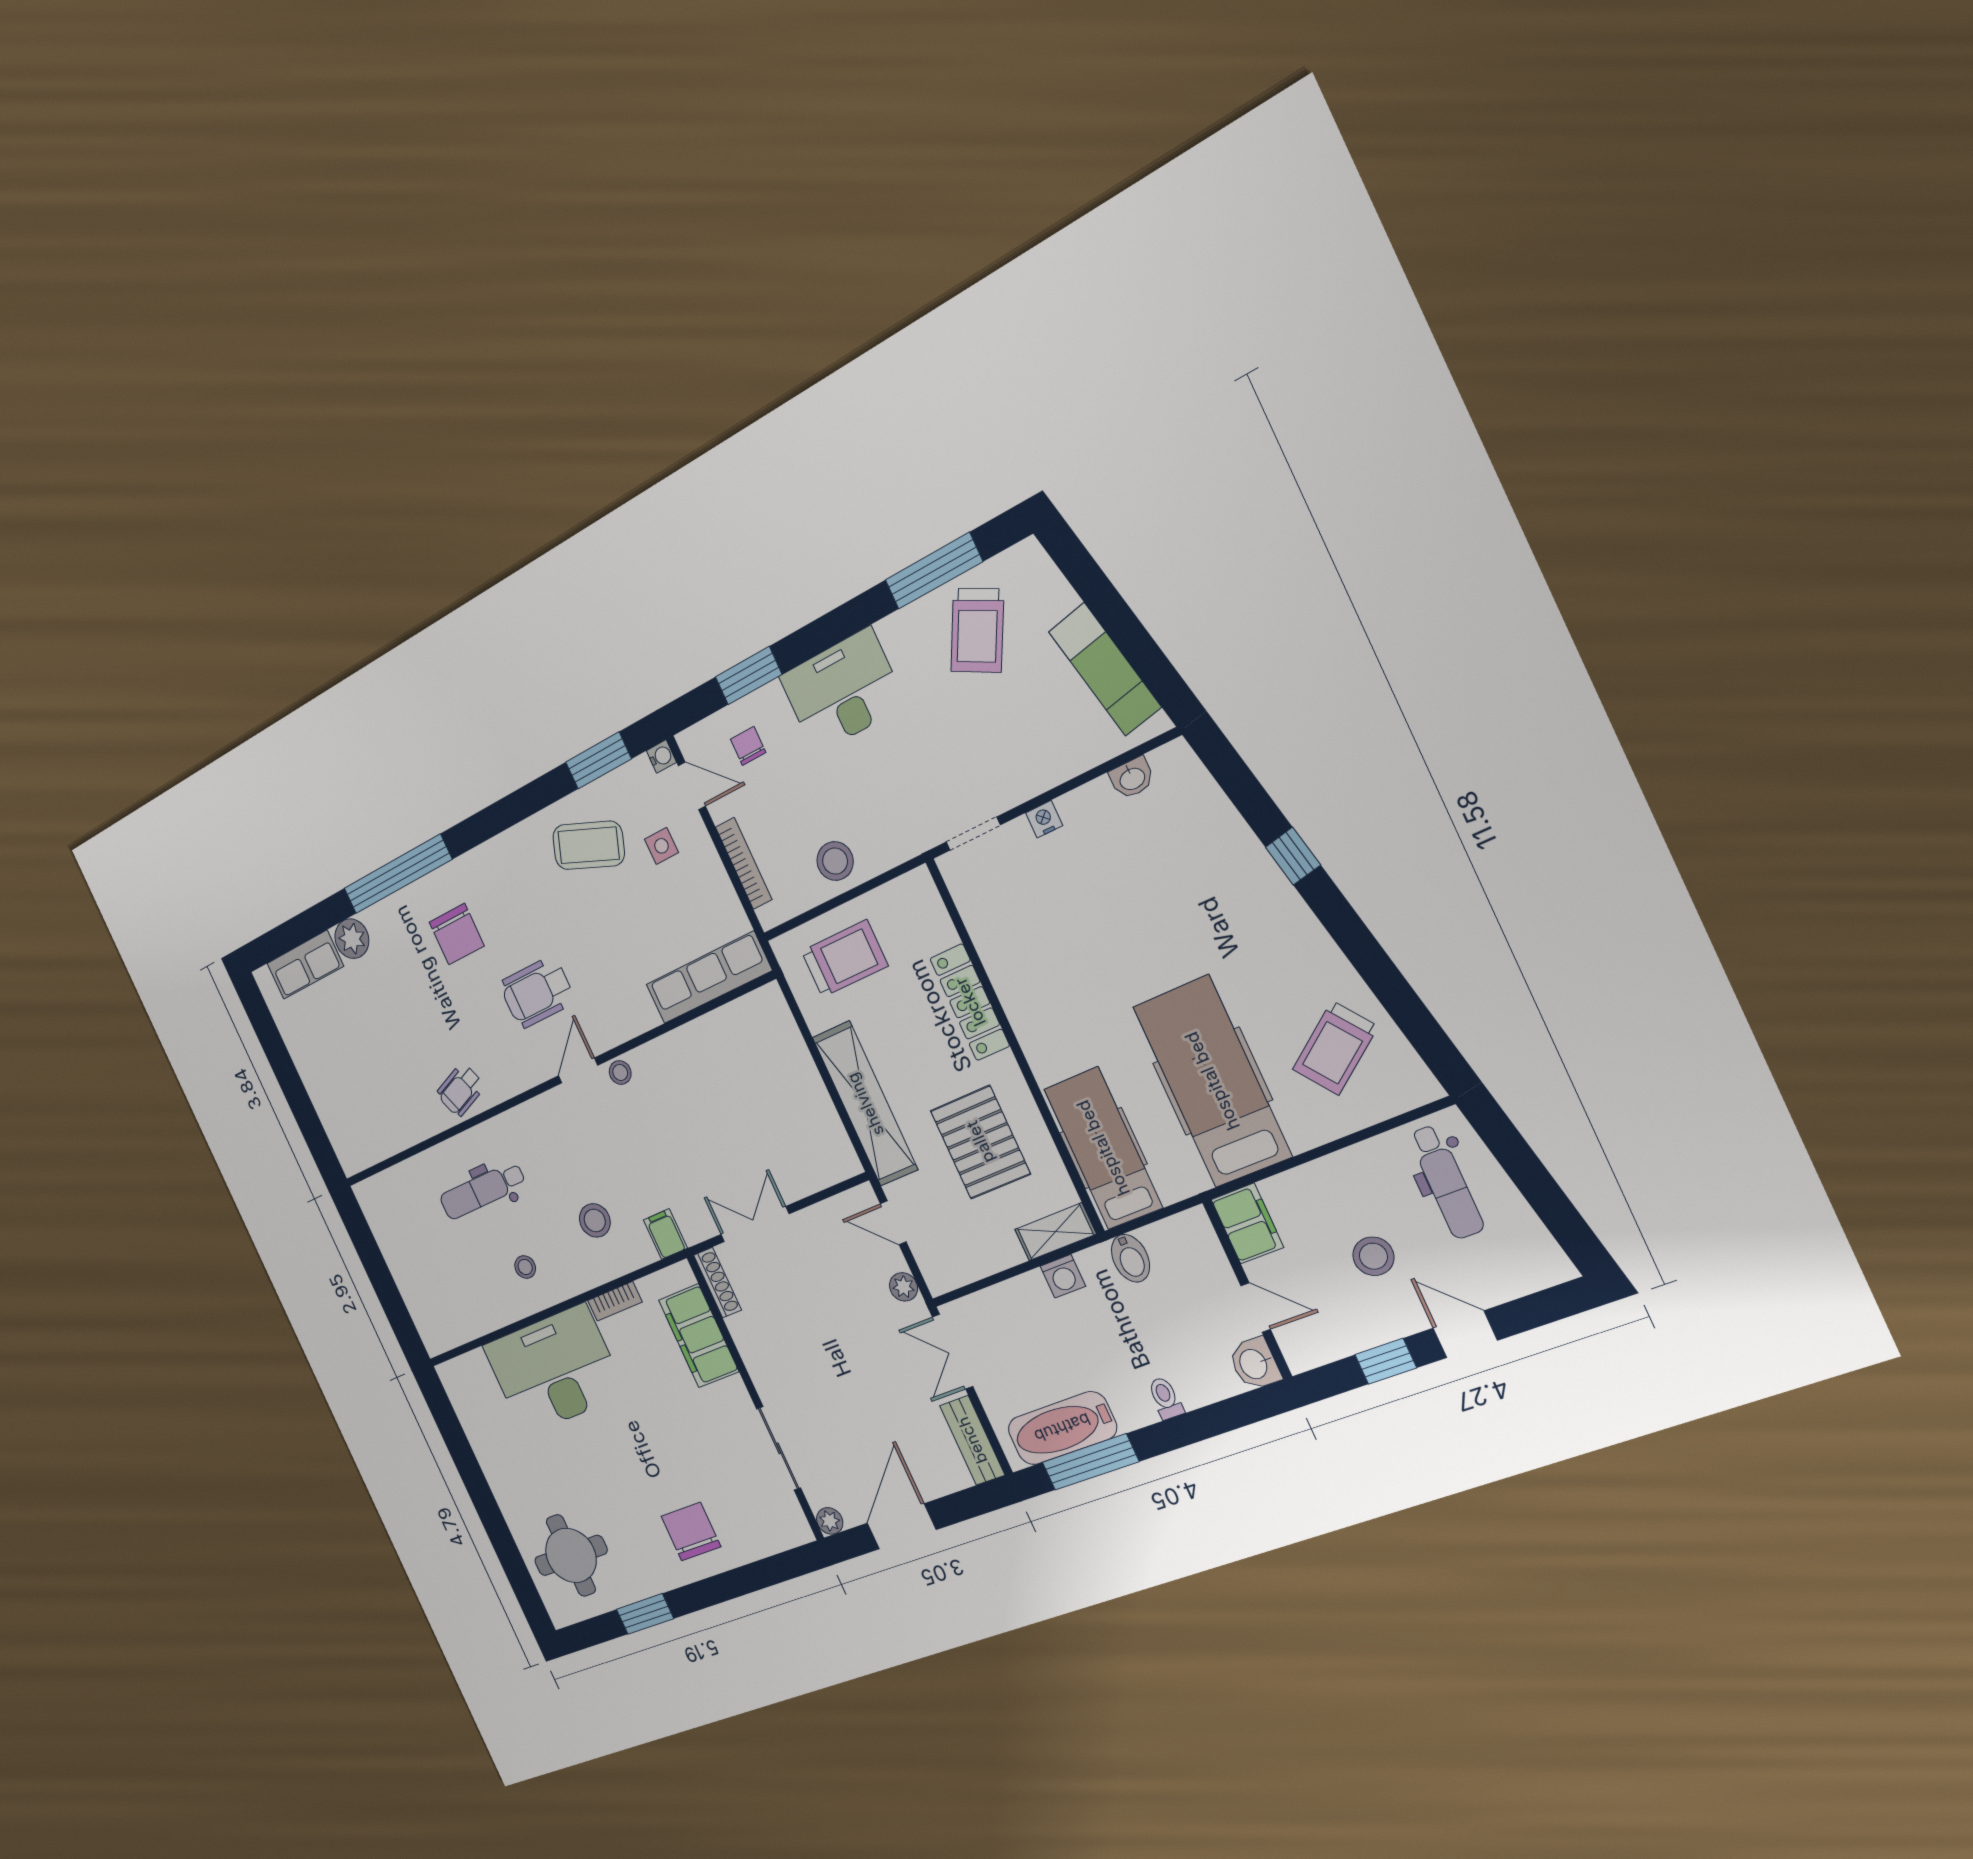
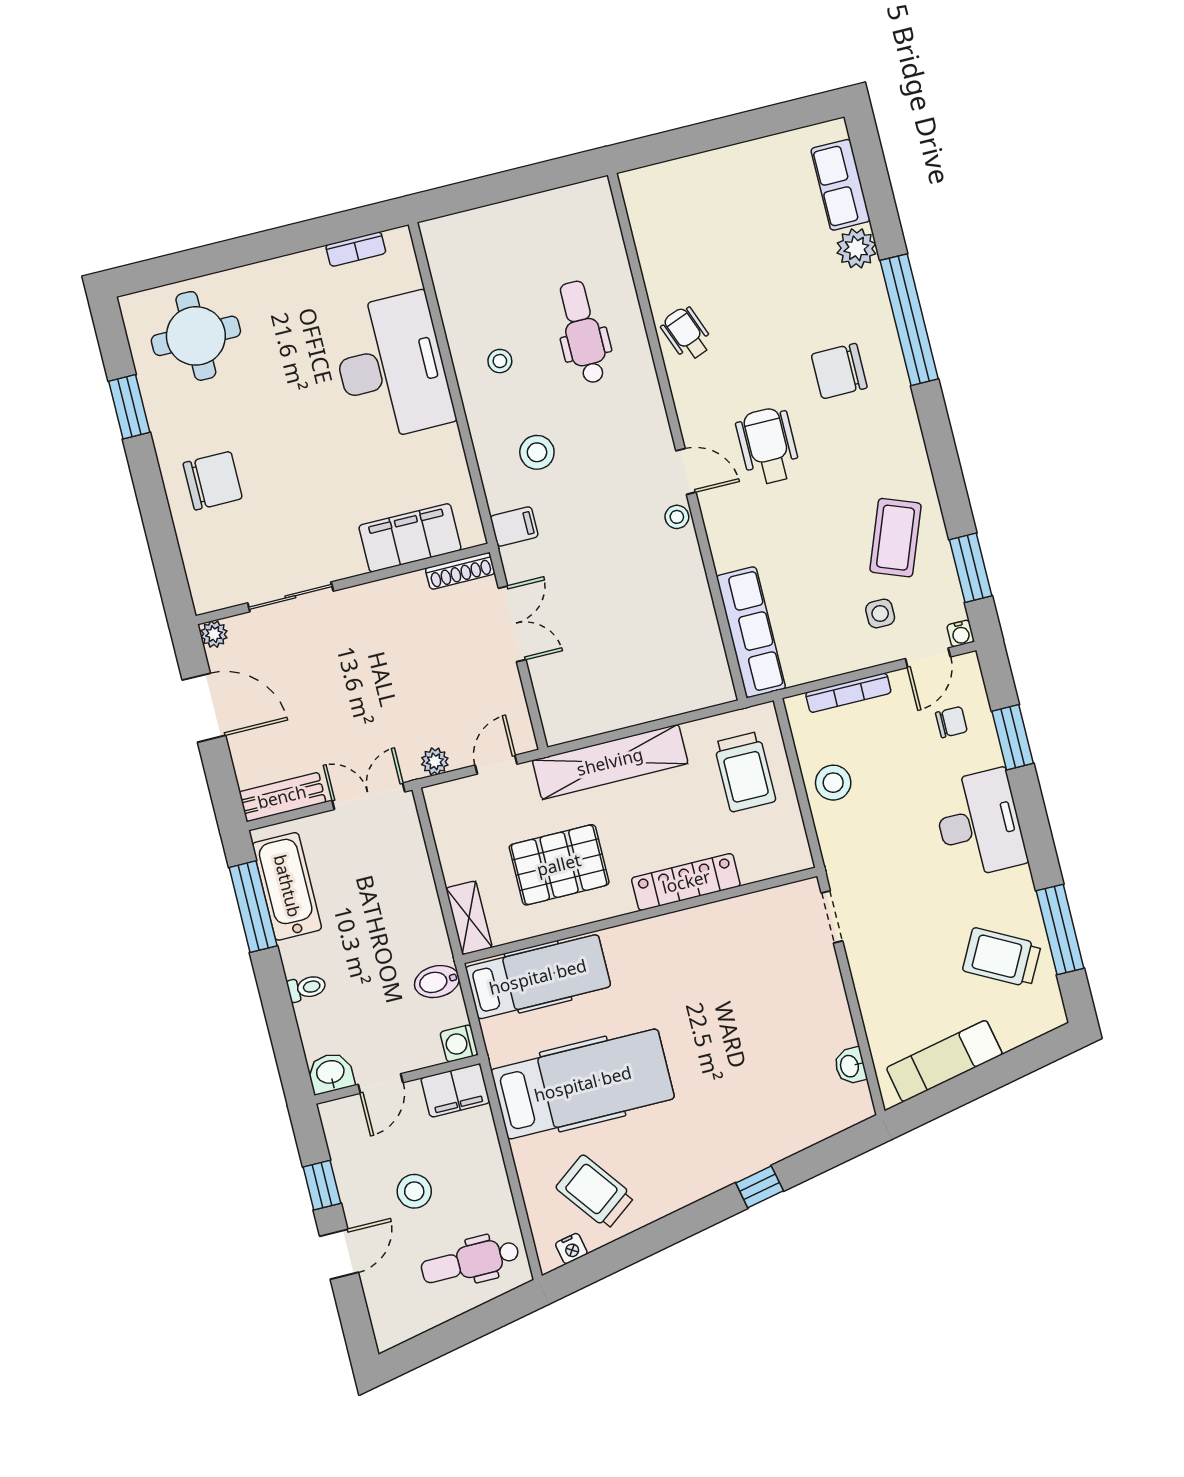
nightstand: (1044, 819) -> (571, 1249), moved, turned 78
washing machine: (1063, 1276) -> (459, 1043), moved
bookcase: (615, 1301) -> (356, 249), moved, turned -90

